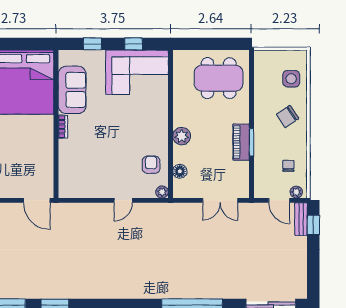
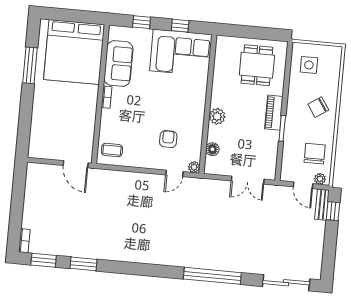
dining table: (219, 78) -> (257, 65), width x0.73
side table: (291, 79) -> (309, 65), moved
piano: (241, 142) -> (274, 113), moved
armchair: (151, 165) -> (168, 139), moved
chair: (288, 166) -> (315, 154), width x1.87, depth x1.87
coffee table: (74, 182) -> (112, 150), added
door: (123, 200) -> (174, 173), moved

